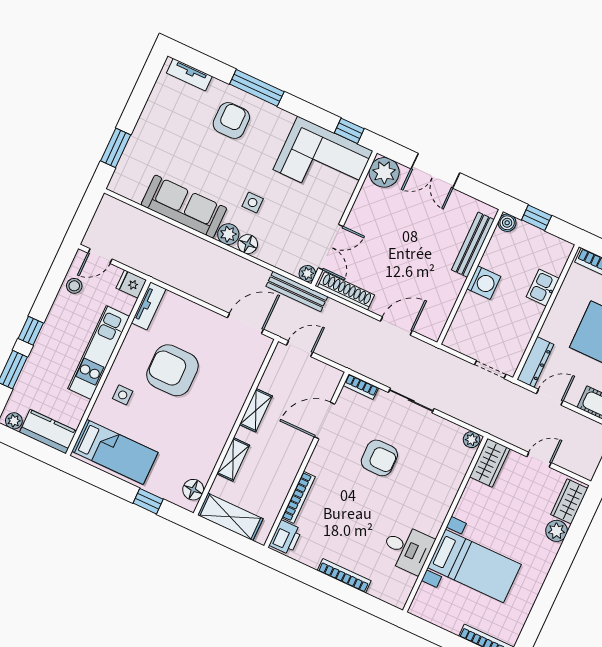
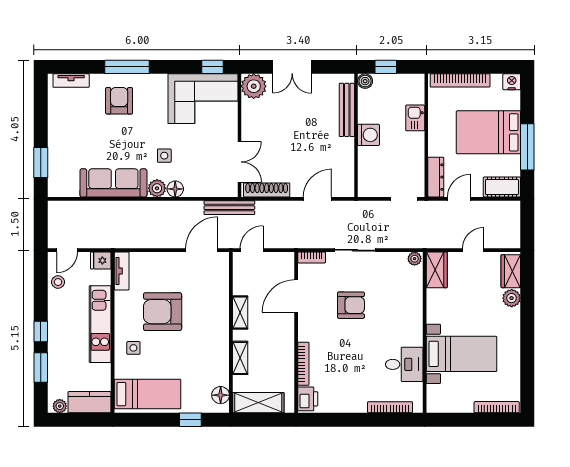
plant: (307, 273) -> (231, 190), removed
bookcase: (344, 576) -> (390, 407), moved

